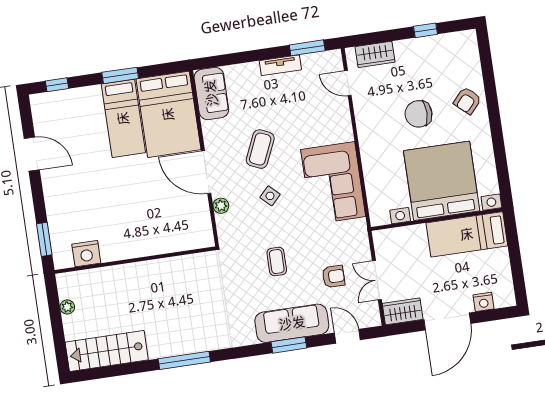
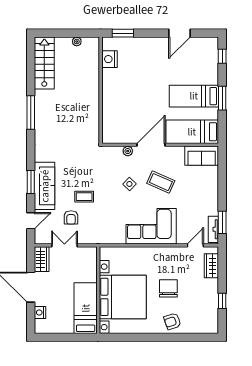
tv unit: (280, 65) -> (213, 229), moved
armchair: (467, 101) -> (172, 321), turned -61
bed: (168, 114) -> (192, 132), width x0.67
corner sofa: (333, 183) -> (151, 226), moved
coffee table: (277, 261) -> (84, 197), moved

